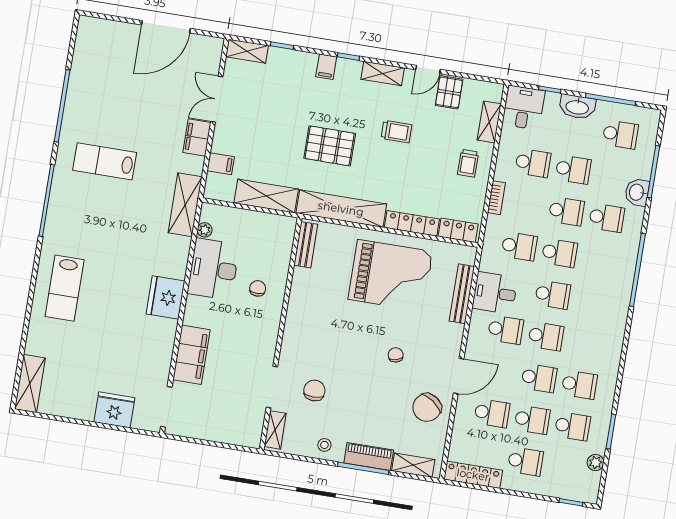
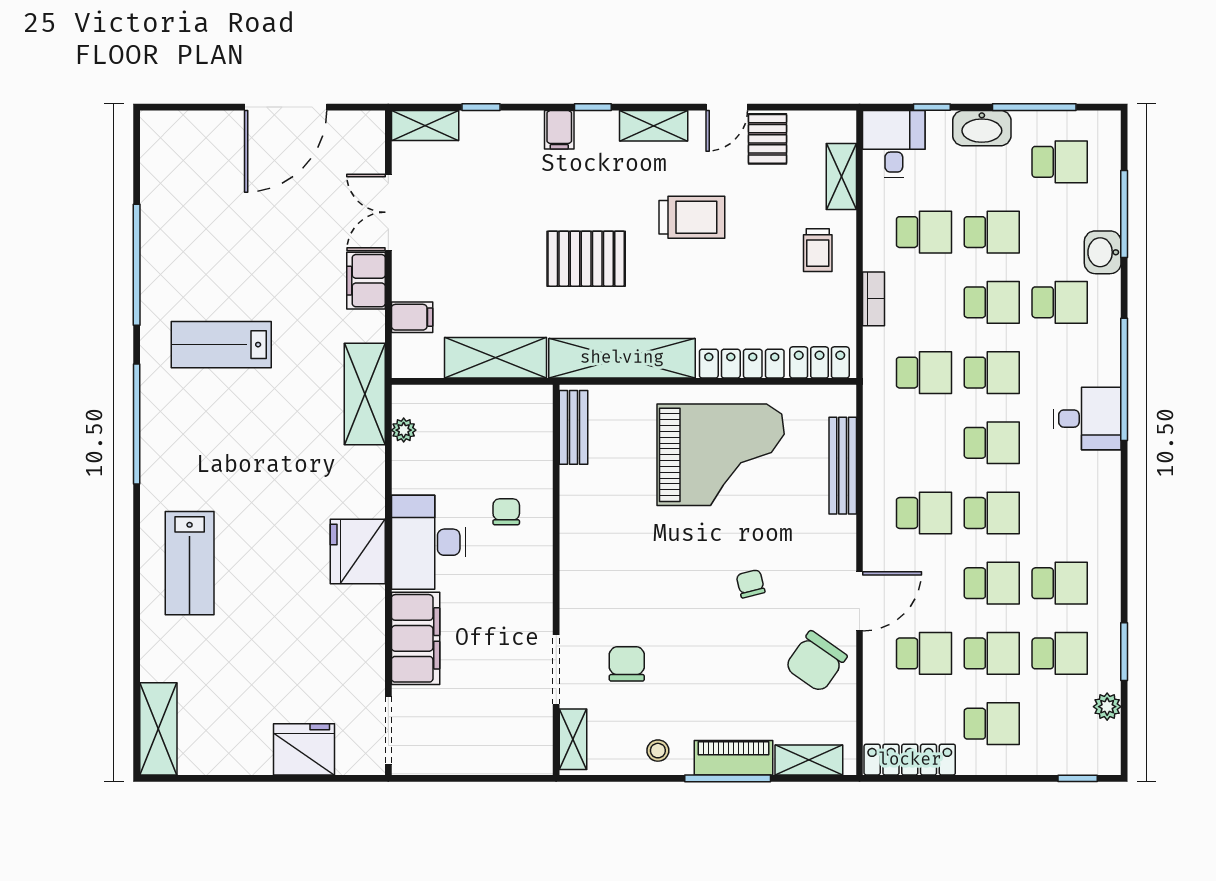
trolley: (396, 132) -> (692, 217), width x1.36, depth x1.39
desk: (213, 269) -> (429, 542), moved
desk: (495, 293) -> (1087, 419), moved, turned 180

